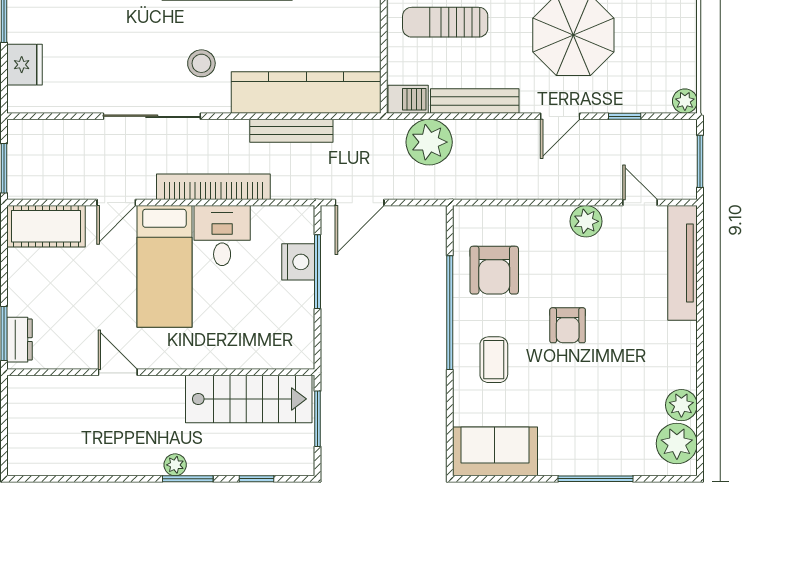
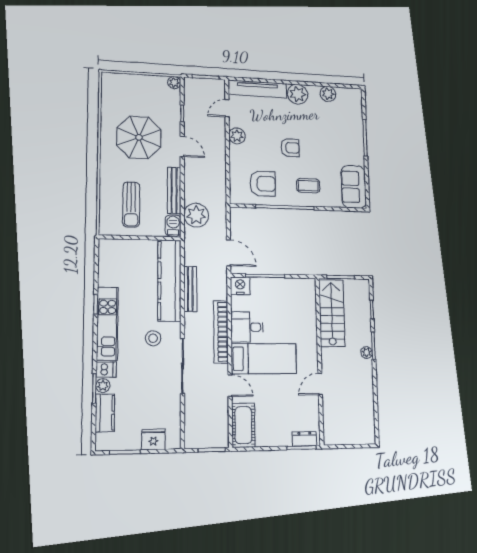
nightstand: (298, 262) -> (240, 286), moved
plant: (677, 444) -> (298, 94), moved

